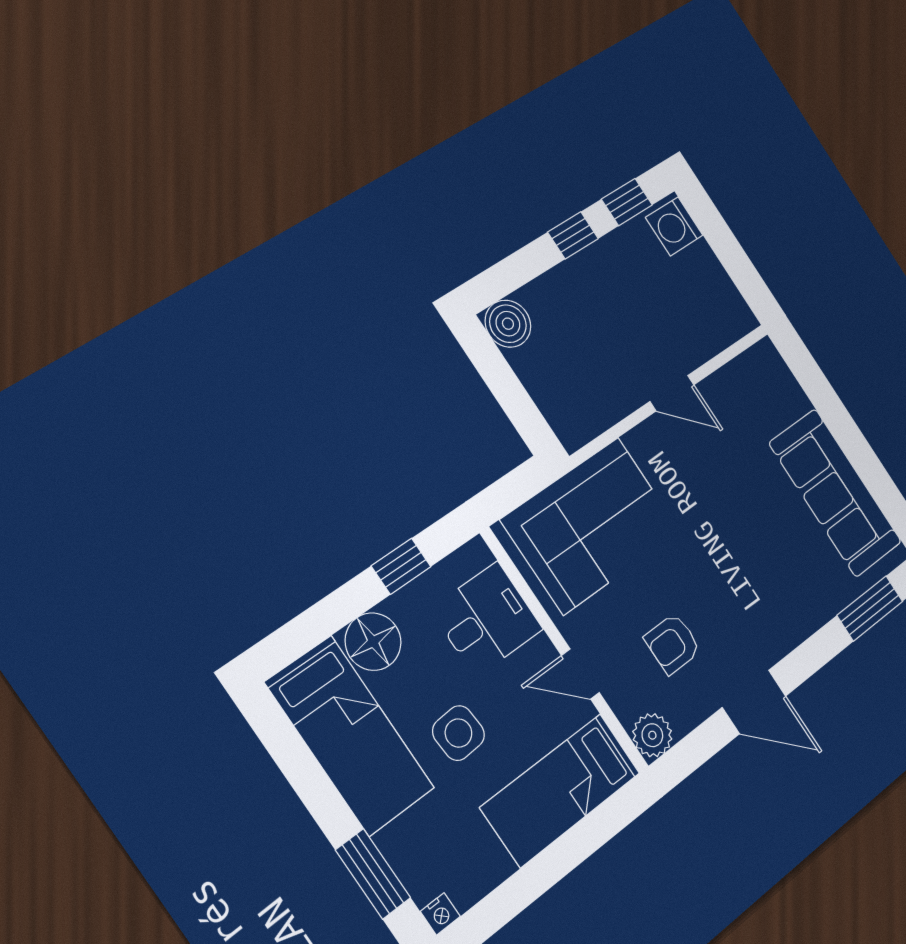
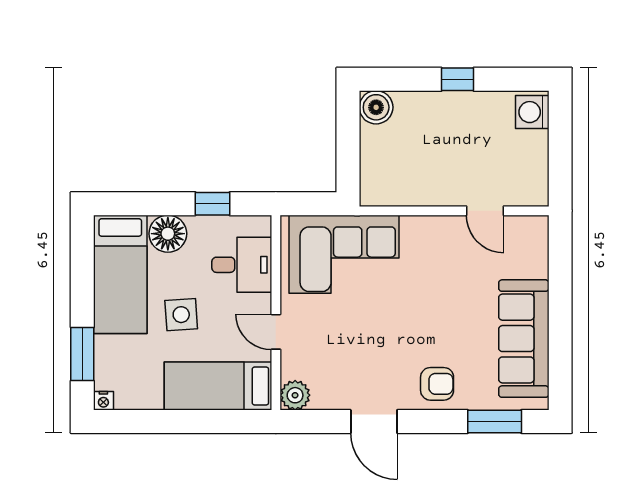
window: (627, 202) -> (510, 79), removed
door: (672, 393) -> (485, 211), moved
armchair: (673, 644) -> (437, 384), moved, turned 180

